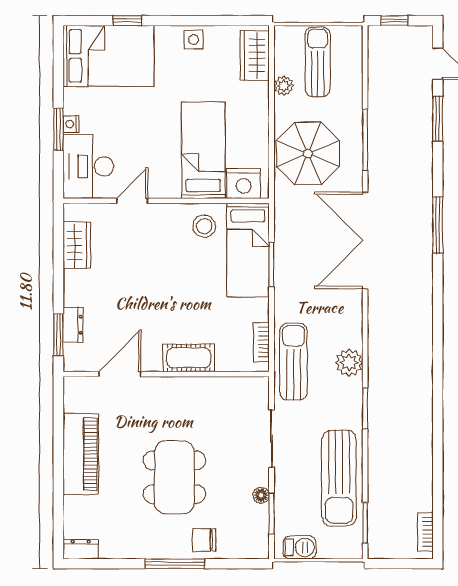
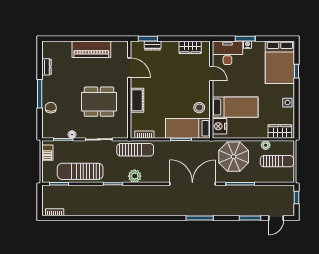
dining table: (174, 477) -> (99, 102), moved
dresser: (81, 549) -> (46, 67), moved

